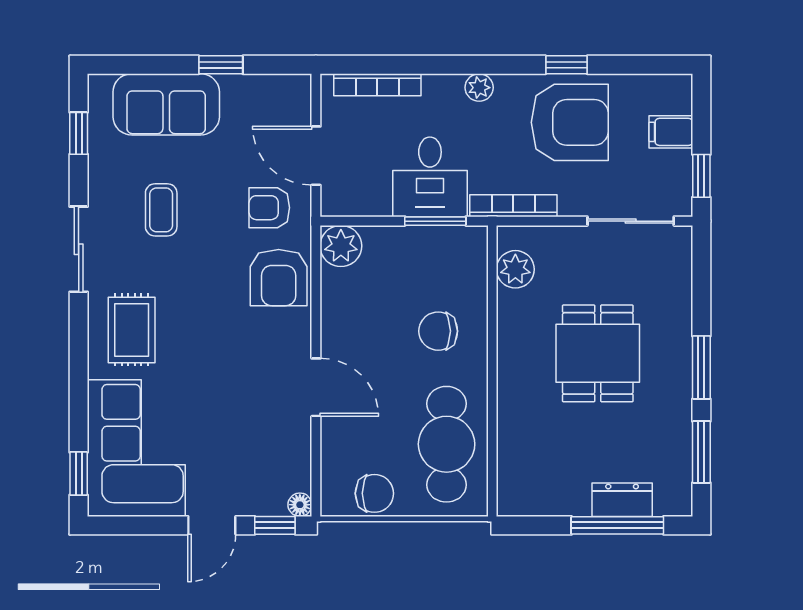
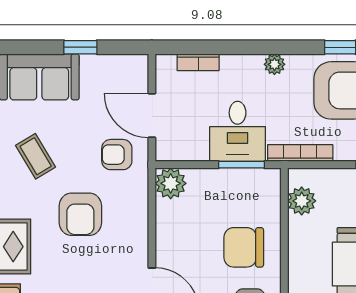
bookcase: (377, 85) -> (198, 62), width x0.64
coffee table: (161, 210) -> (36, 156), turned -31
armchair: (279, 278) -> (80, 214), moved
chair: (438, 331) -> (244, 247), width x1.37, depth x1.37

